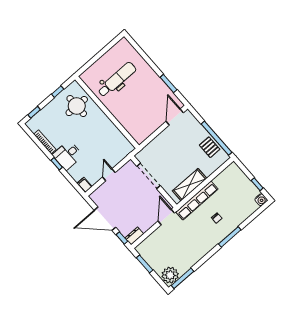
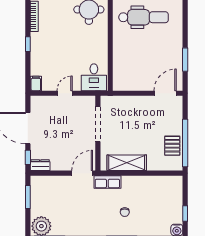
desk: (68, 155) -> (94, 77), moved, turned -90
row of seats: (197, 200) -> (107, 182), width x0.50

